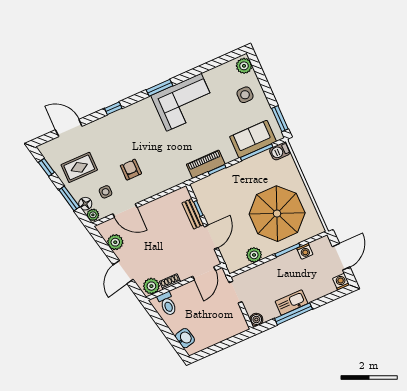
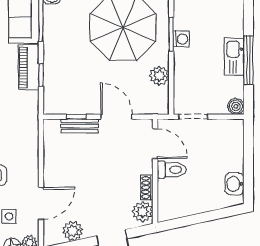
piano: (206, 164) -> (29, 67), moved
washing machine: (305, 251) -> (181, 39), moved
toilet: (167, 304) -> (172, 170), moved
washbasin: (185, 338) -> (235, 184), moved, turned -78

